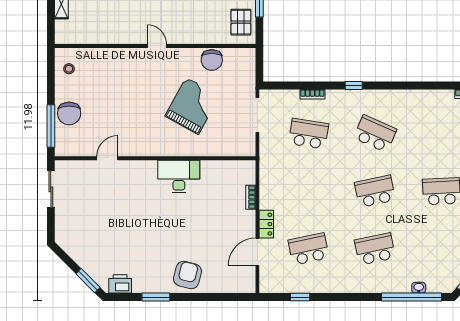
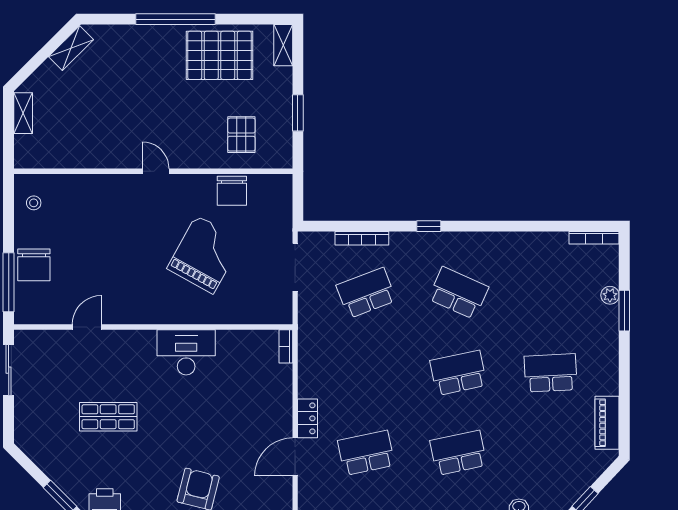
pallet: (241, 22) -> (241, 135), moved
bookcase: (312, 94) -> (362, 238), width x1.56
school desk: (309, 134) -> (366, 293), turned -30
bookcase: (251, 197) -> (286, 346), moved
shop shelf: (123, 223) -> (108, 417), added

